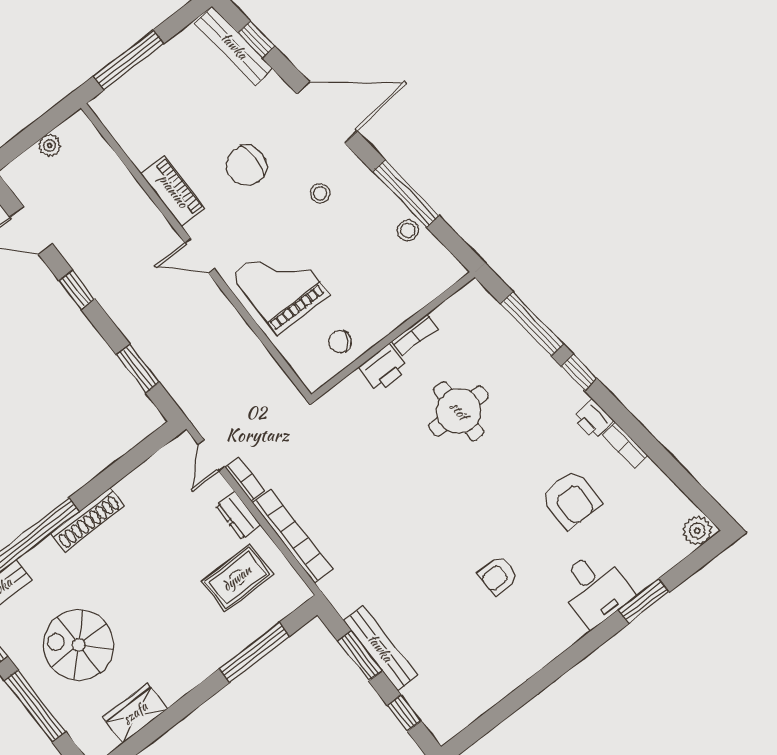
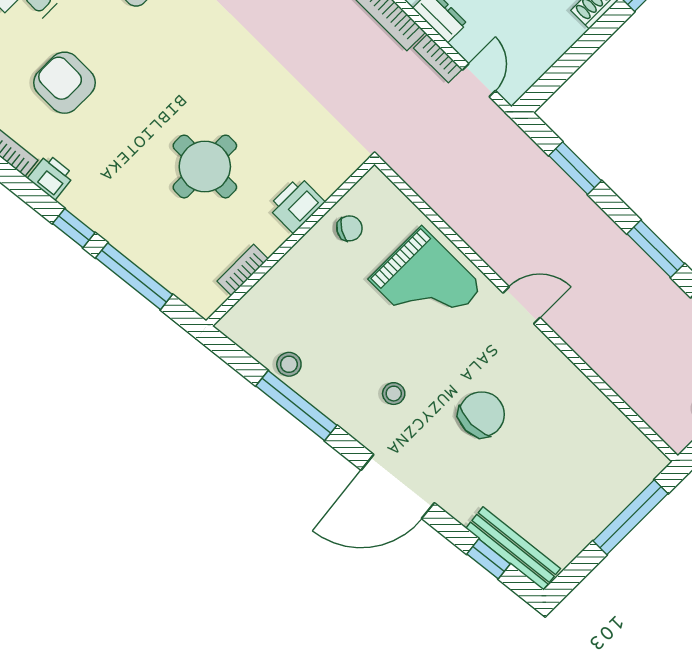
piano: (173, 191) -> (561, 375), removed
window: (77, 290) -> (656, 249), width x1.50
bookcase: (415, 335) -> (243, 270), moved

